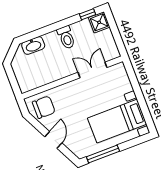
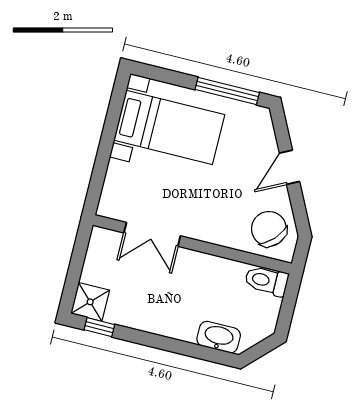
toilet: (66, 37) -> (266, 281), moved, turned -90
chair: (44, 107) -> (269, 229), turned 43

